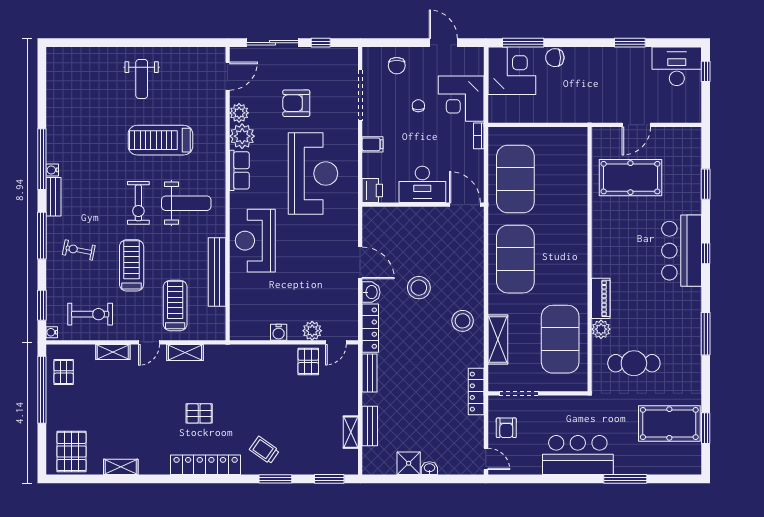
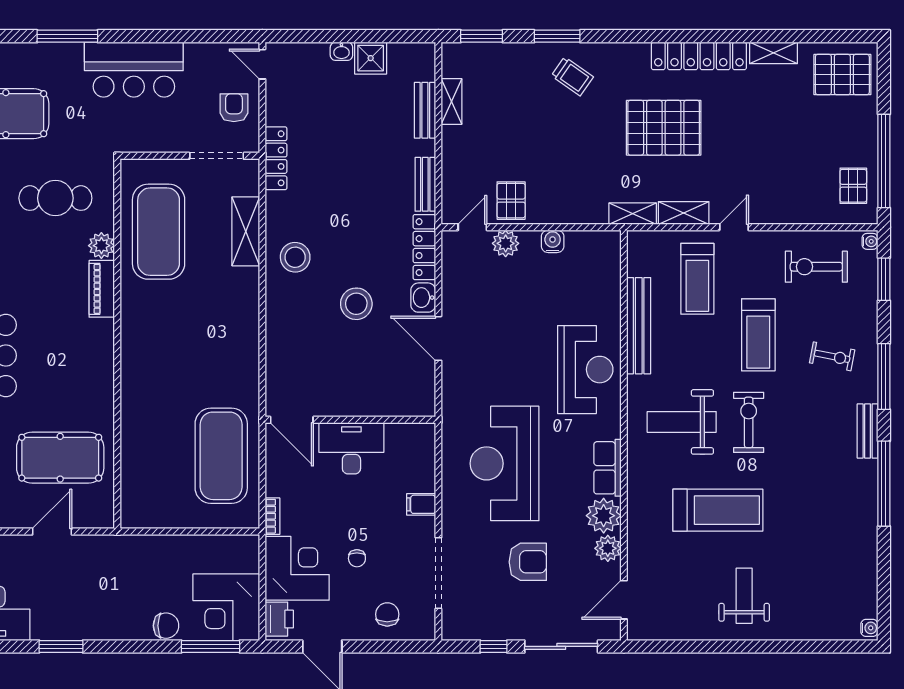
water cooler: (52, 170) -> (869, 628), moved
printer: (372, 191) -> (279, 619), moved, turned 180
exercise mat: (515, 259) -> (221, 344), removed
shelving: (113, 352) -> (633, 214), moved
pallet: (199, 413) -> (664, 128), width x2.05, depth x2.00
pallet: (71, 451) -> (842, 75), turned 90
locker: (206, 465) -> (699, 56), moved

